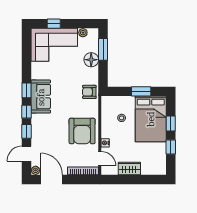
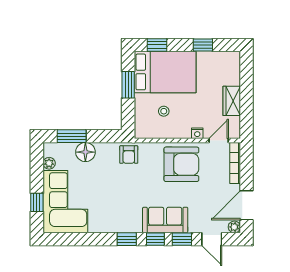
sofa: (41, 97) -> (165, 220), moved
window: (171, 123) -> (157, 45), moved

